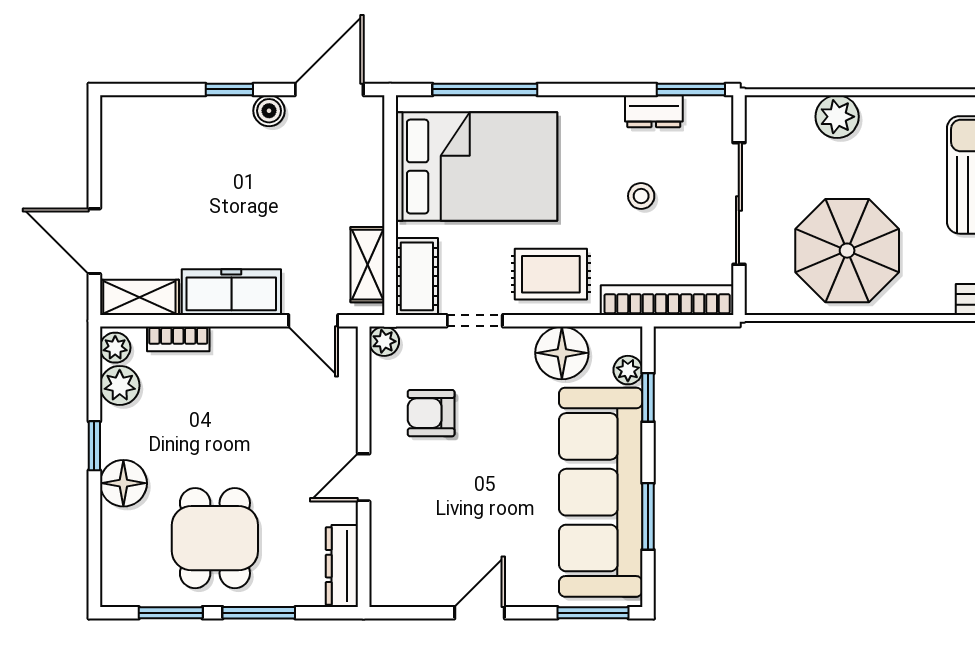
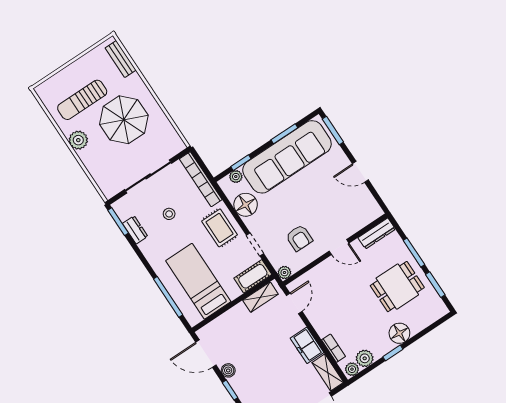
plant: (837, 117) -> (78, 140), moved
bed: (476, 167) -> (198, 281), width x0.67
parasol: (847, 251) -> (124, 120), moved
freezer: (231, 292) -> (307, 345), width x0.71

